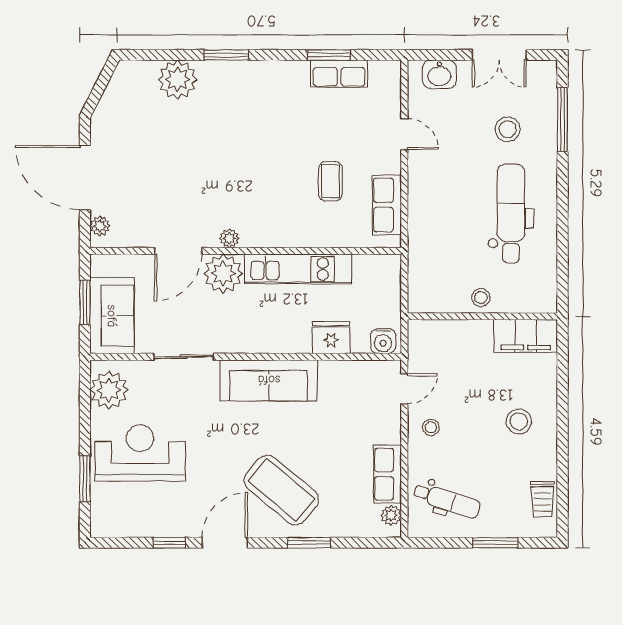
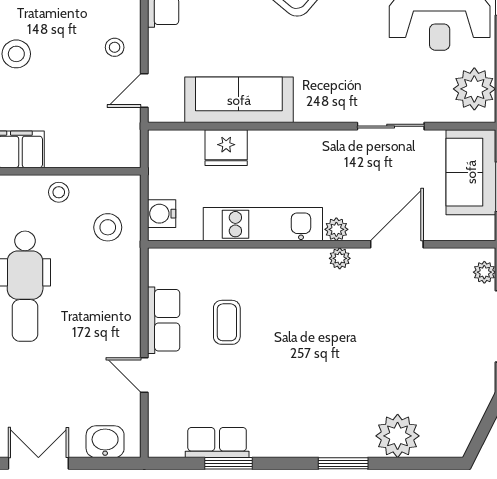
stool: (508, 129) -> (108, 227), moved
row of seats: (387, 205) -> (164, 320), moved
plant: (223, 274) -> (336, 229), width x0.53, depth x0.53
water cooler: (383, 341) -> (162, 214), moved, turned -90
sofa: (269, 380) -> (239, 100), moved

